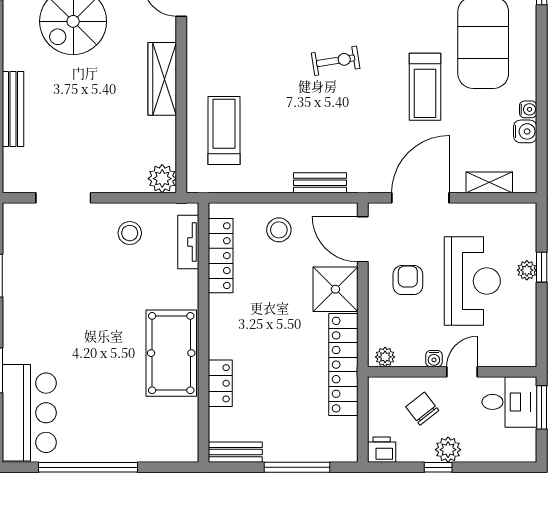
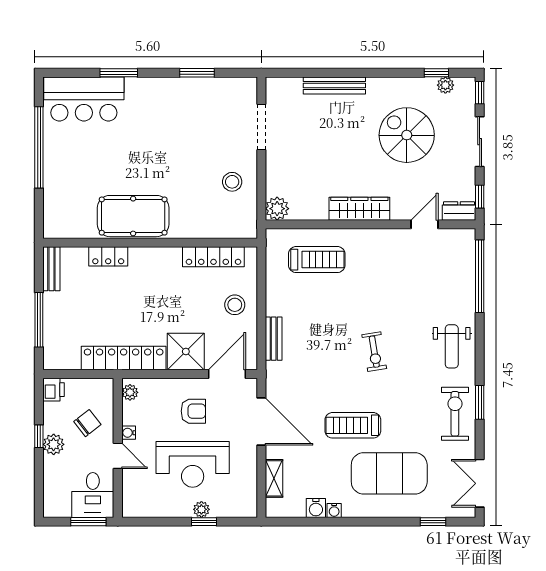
tv unit: (188, 242) -> (225, 230), removed

